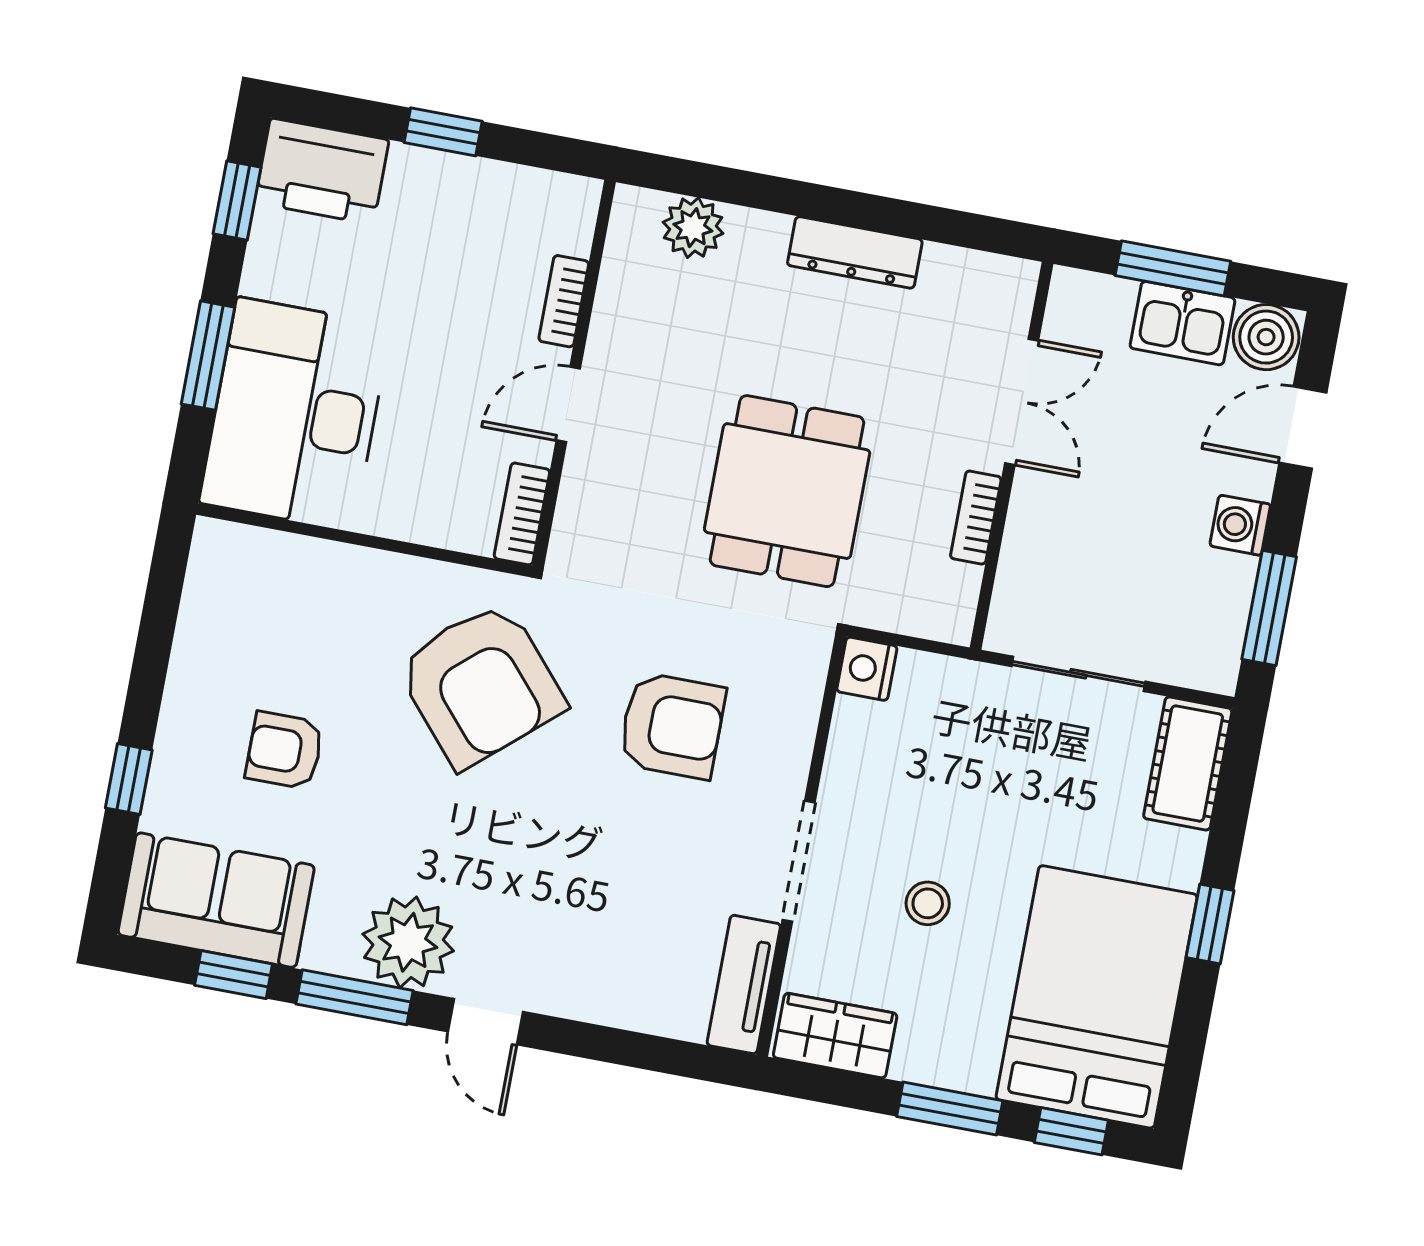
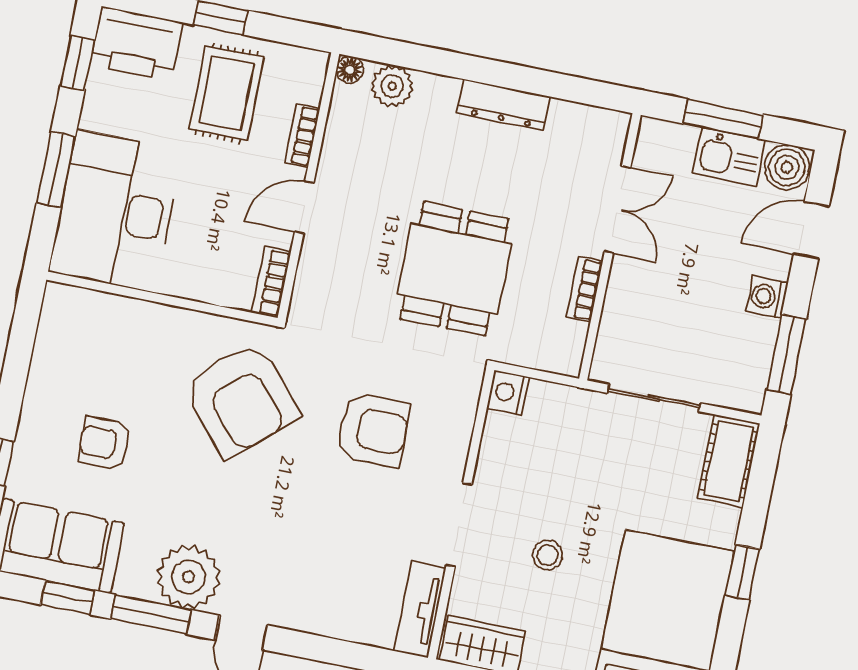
floor lamp: (631, 205) -> (350, 70), added
rug: (453, 241) -> (226, 93), added

